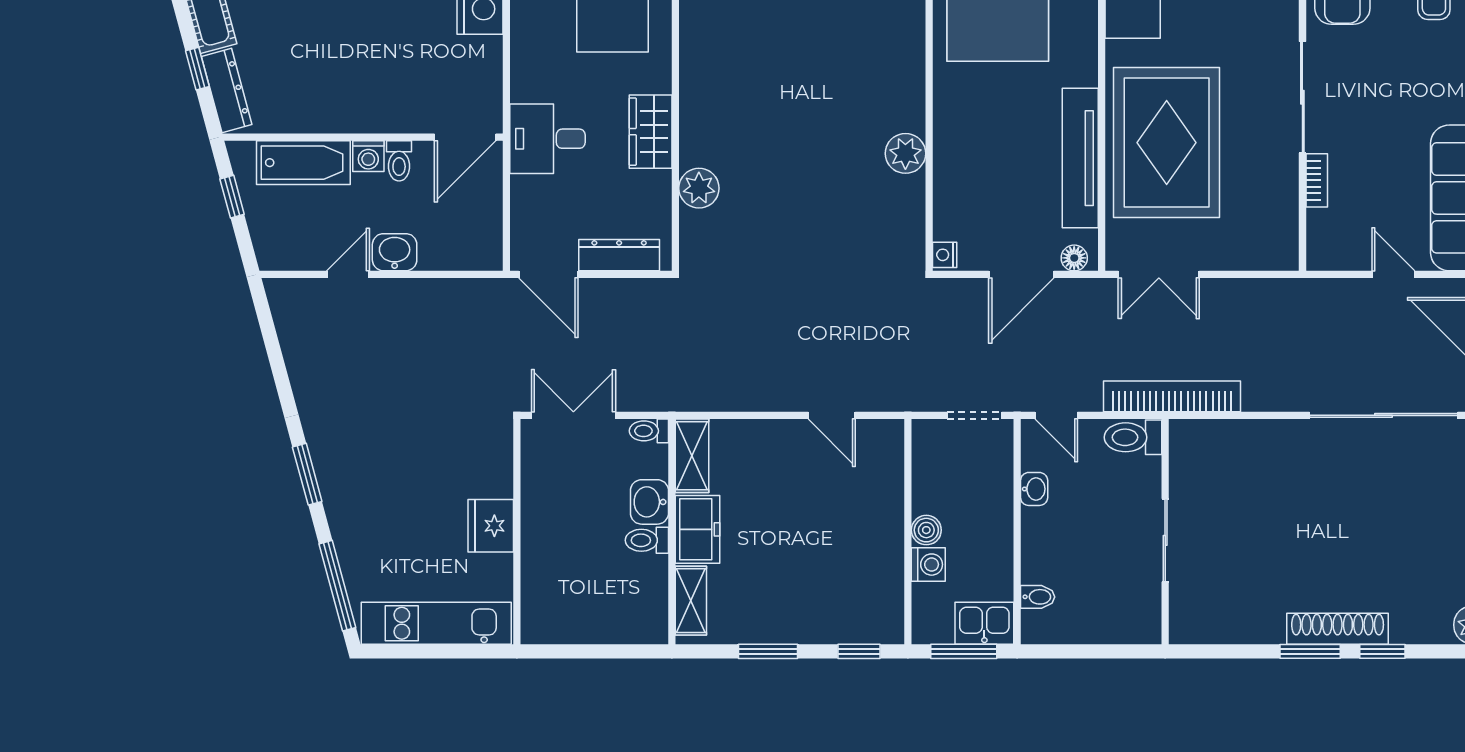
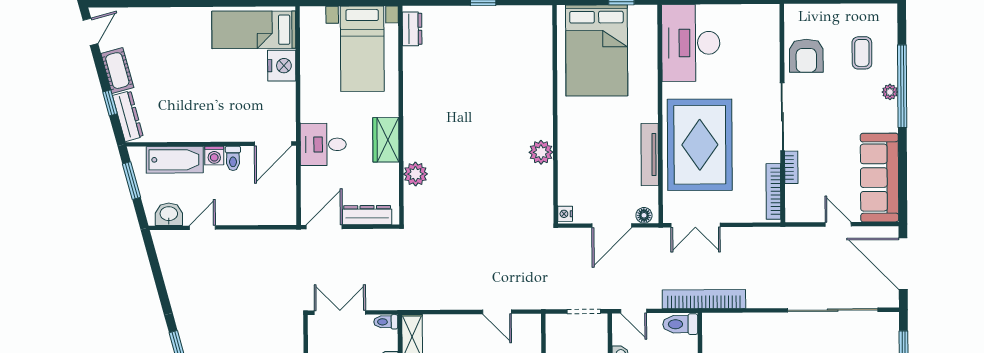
tv unit: (1080, 158) -> (650, 155), width x0.73, depth x0.78
window: (232, 197) -> (132, 181), width x1.50
bookcase: (1287, 220) -> (773, 191), added
washbasin: (395, 252) -> (169, 214), moved
door: (548, 274) -> (324, 227), swing flipped

